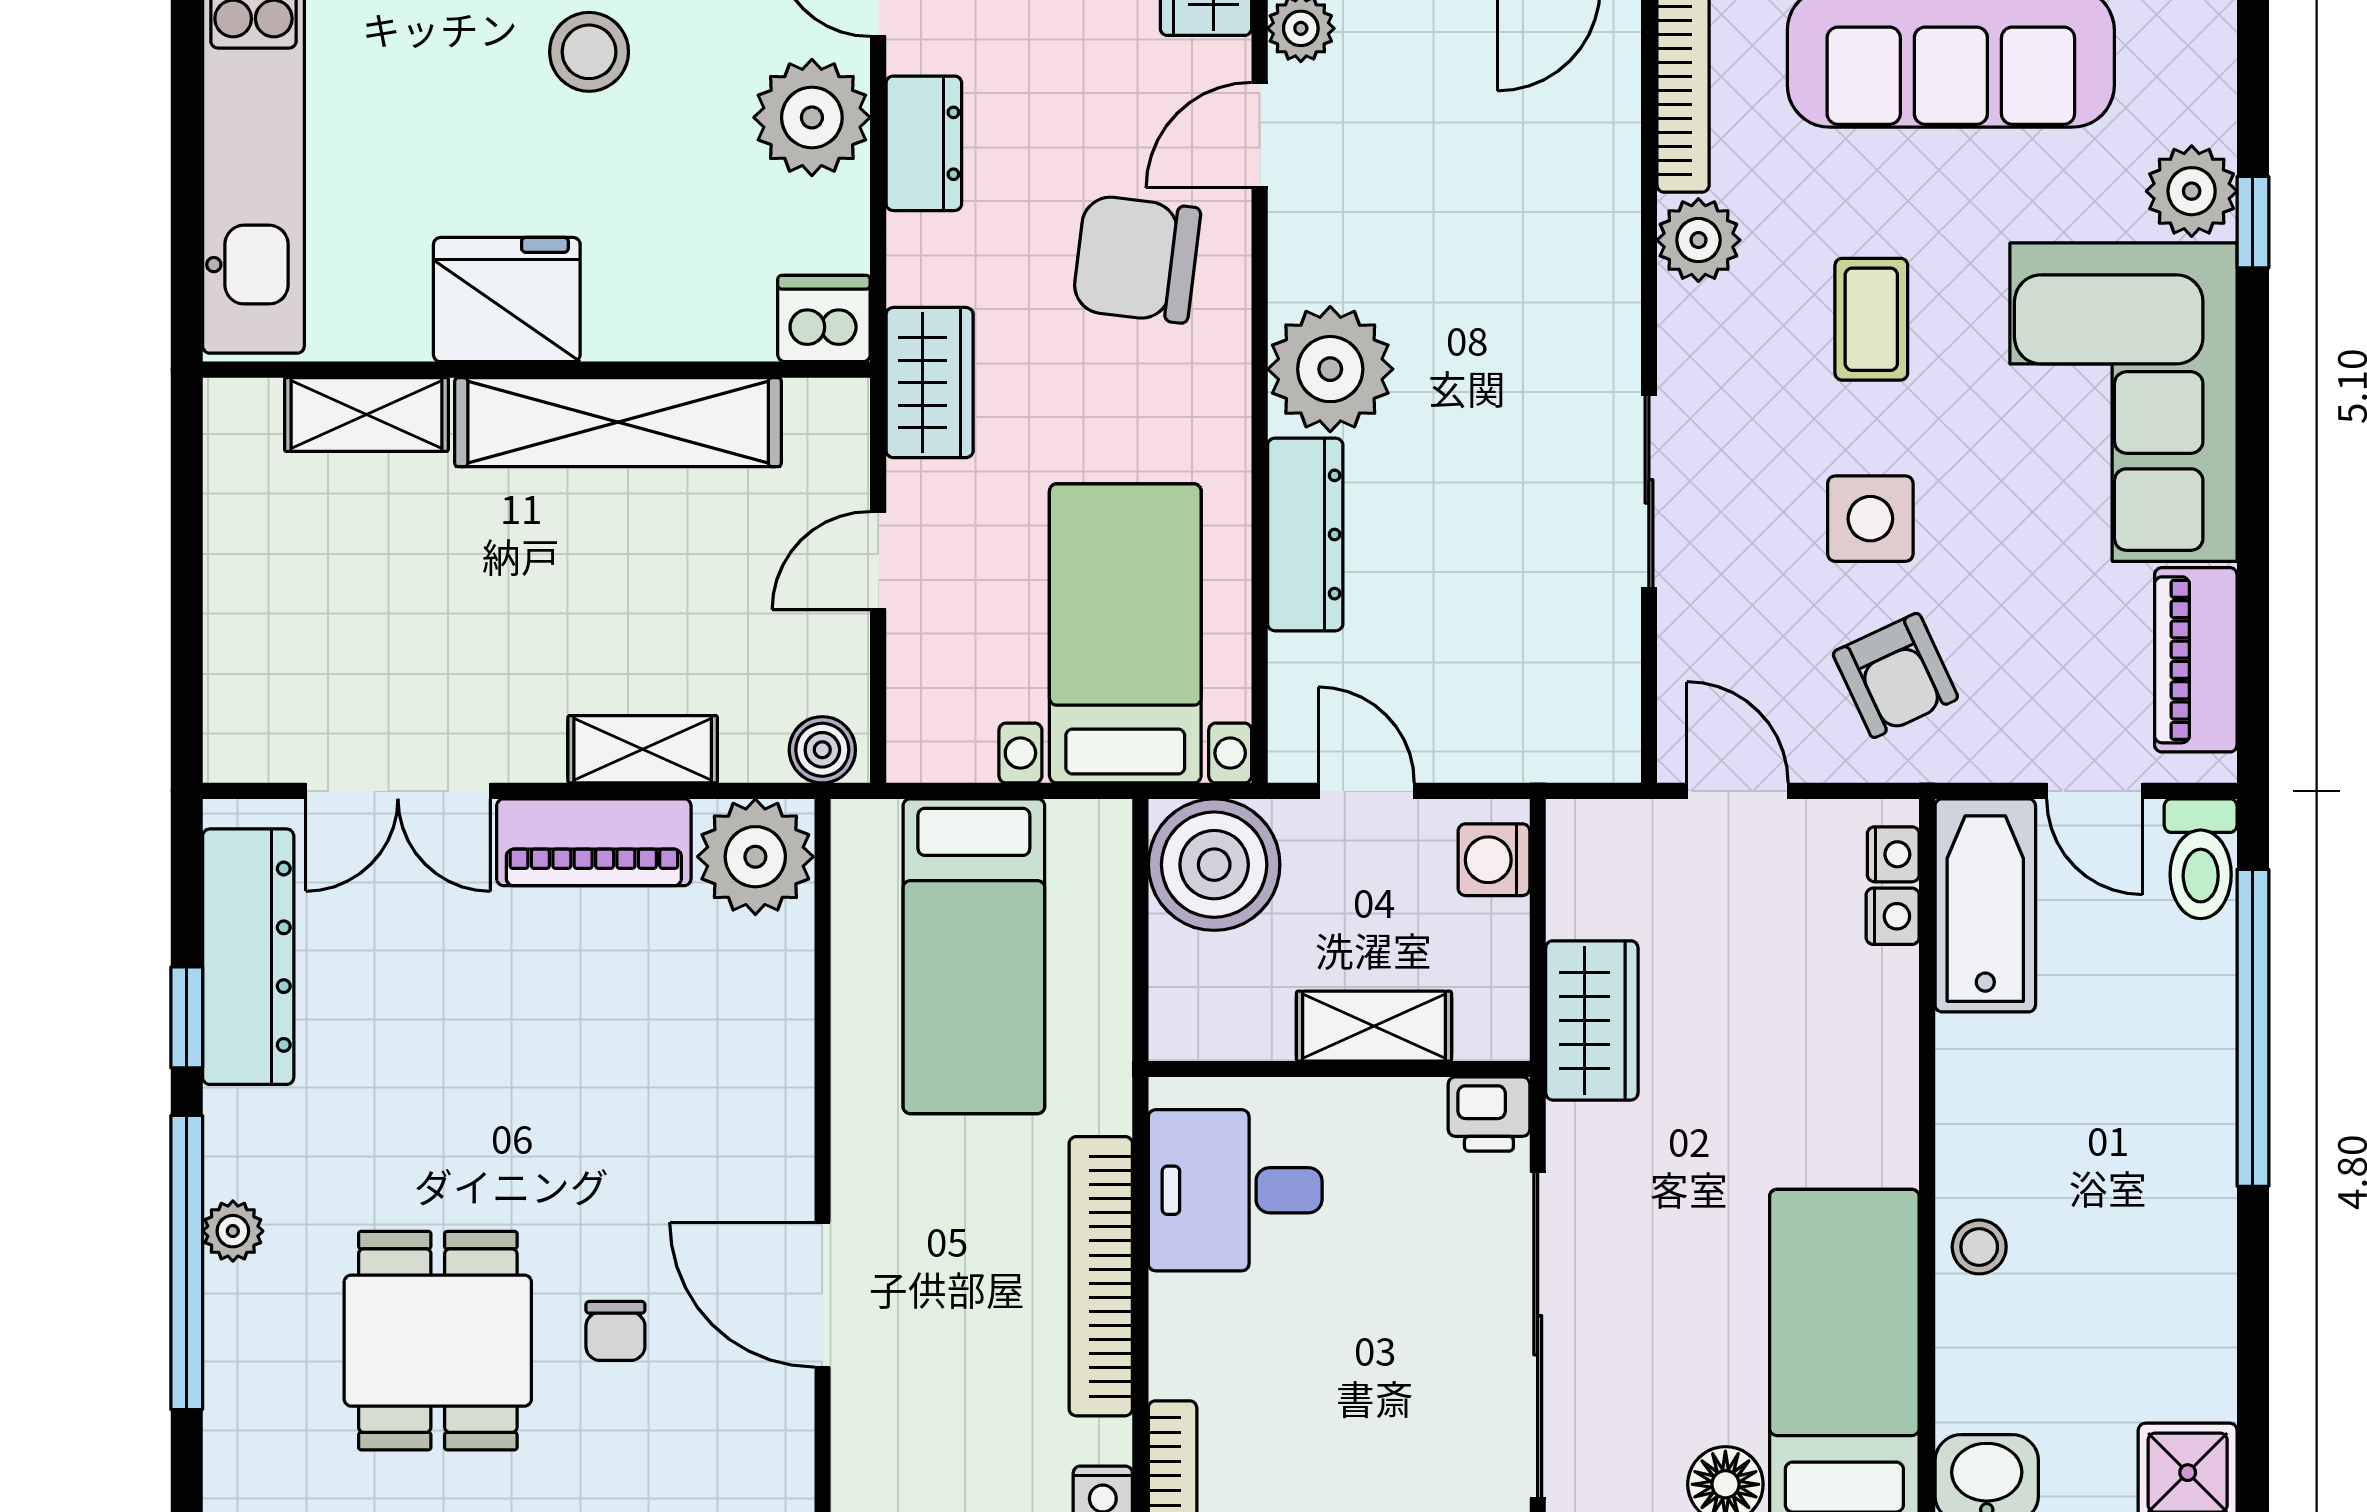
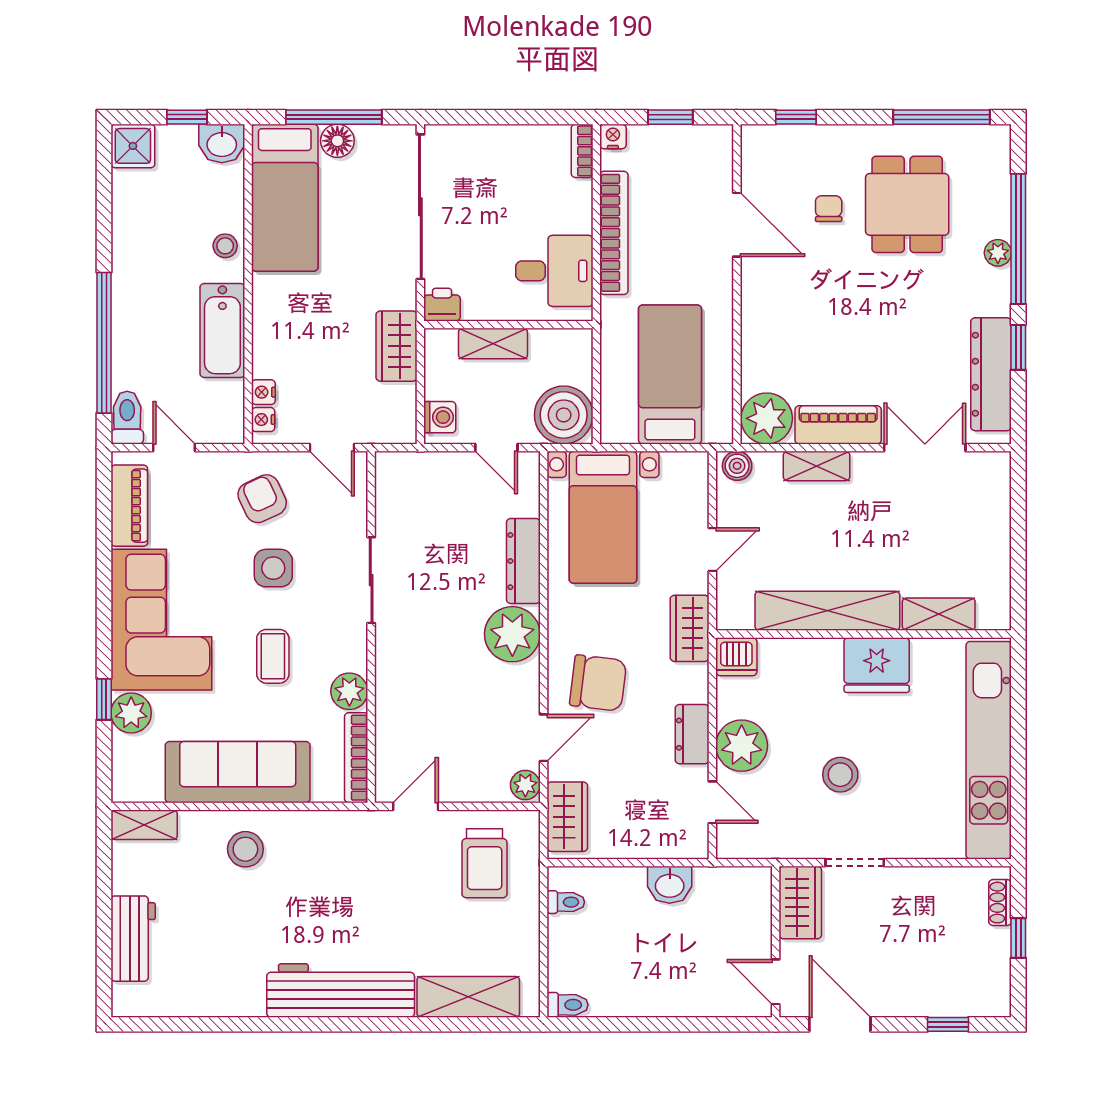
bathtub: (1985, 905) -> (222, 330), moved

